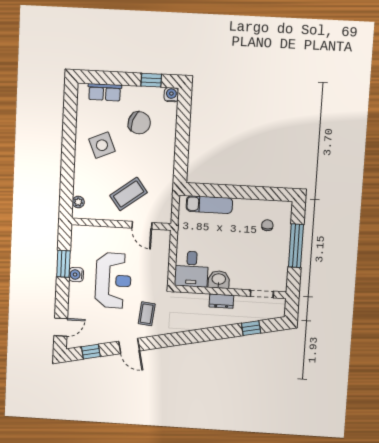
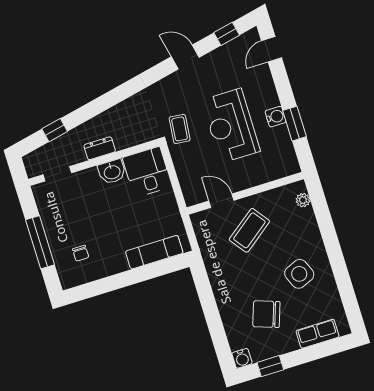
coffee table: (147, 314) -> (180, 129), moved

